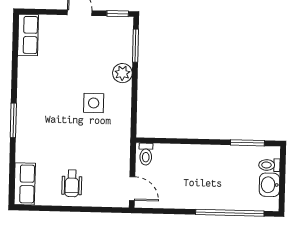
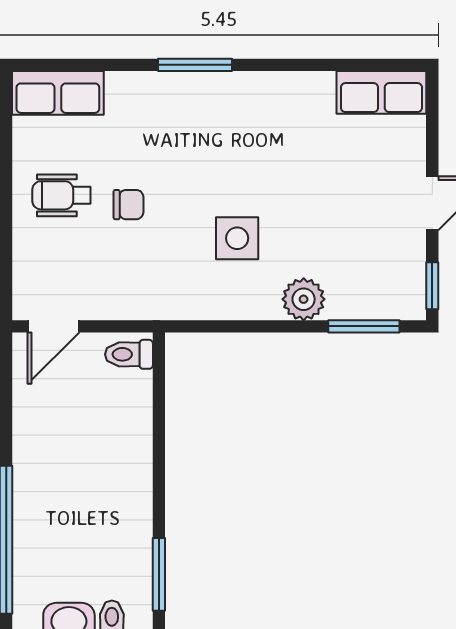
chair: (77, 153) -> (128, 205), added

